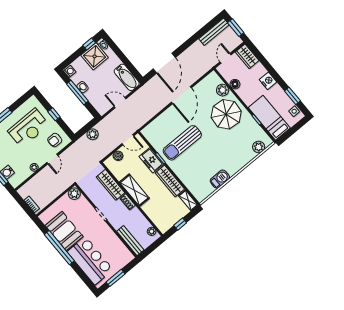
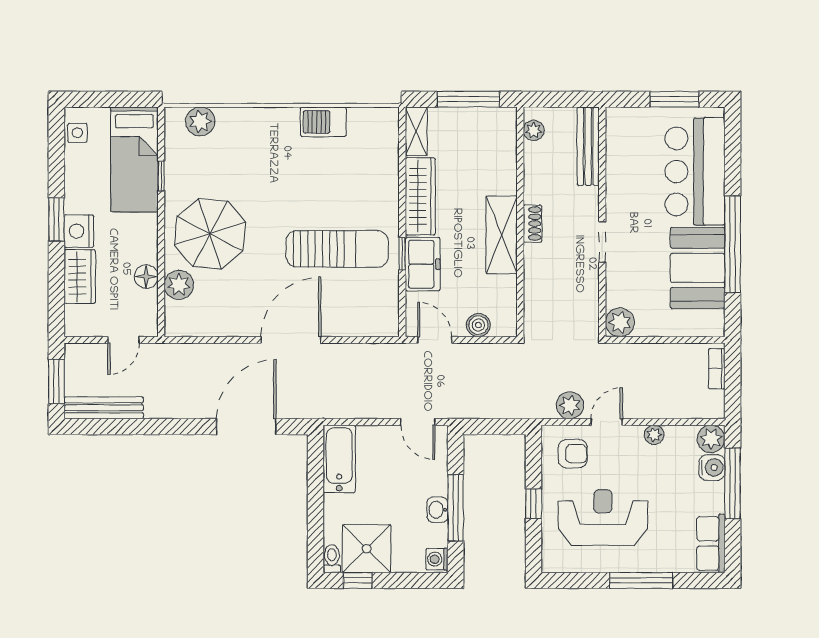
wardrobe: (247, 56) -> (80, 277), moved
door: (181, 95) -> (291, 340), moved
window: (292, 96) -> (56, 219), moved
door: (120, 103) -> (418, 422), moved
plant: (93, 134) -> (570, 405), moved
plant: (15, 181) -> (711, 439), added
wardrobe: (111, 185) -> (538, 282), removed
window: (180, 224) -> (468, 99), width x2.17

